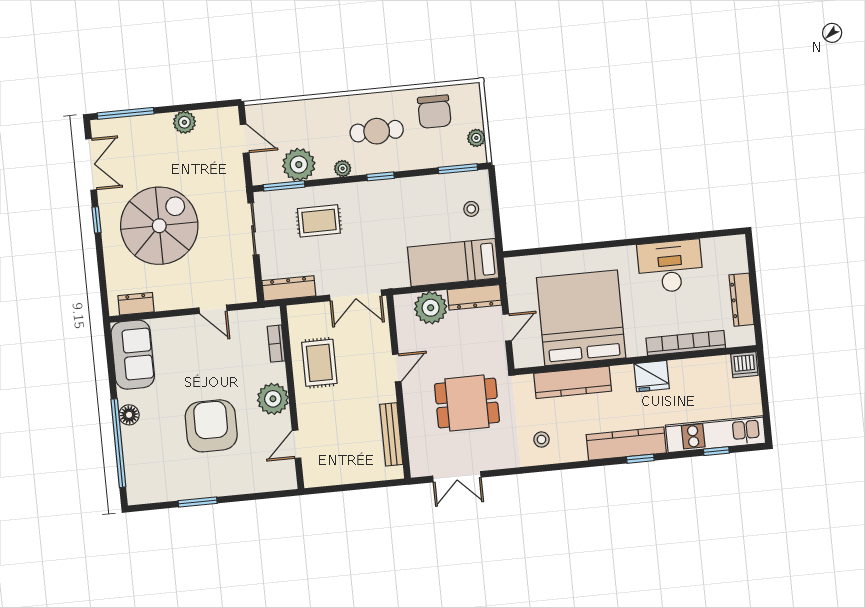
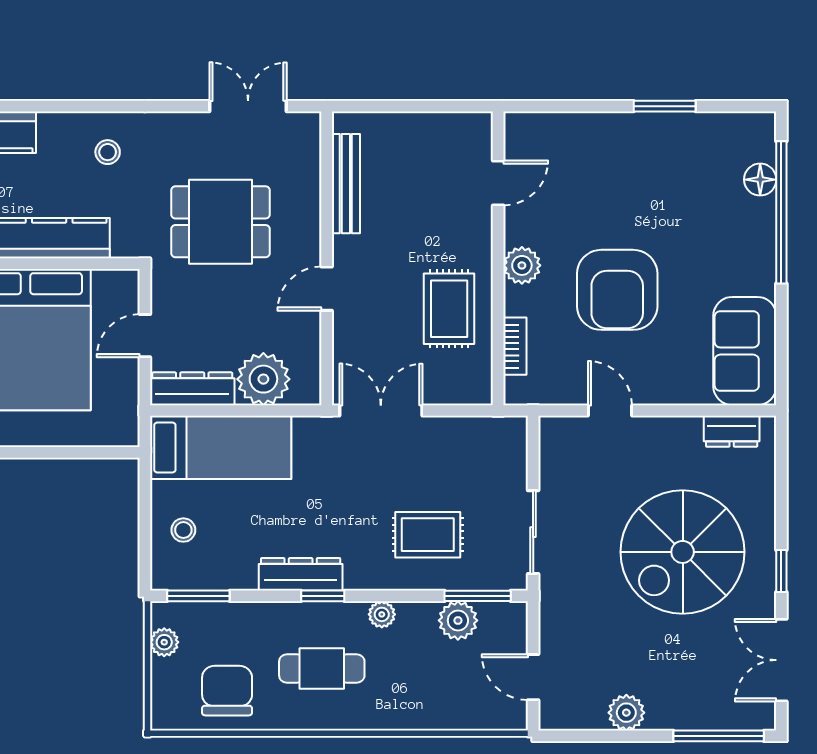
plant: (299, 165) -> (458, 620), width x0.73, depth x0.73
dresser: (289, 288) -> (301, 574), moved, turned 180
plant: (273, 399) -> (522, 265), width x0.73, depth x0.73
floor lamp: (129, 415) -> (760, 180), moved
armchair: (211, 426) -> (617, 290), moved

